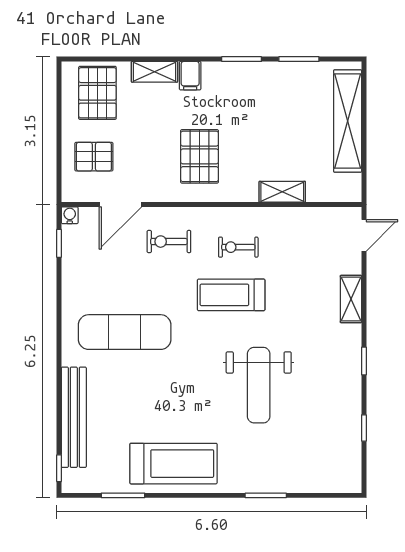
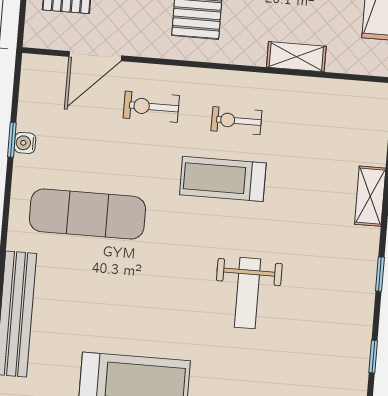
water cooler: (70, 215) -> (25, 143), moved, turned -90
window: (59, 243) -> (12, 140), moved
weight bench: (259, 385) -> (248, 293), width x0.73, depth x0.75

